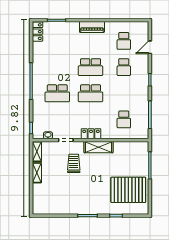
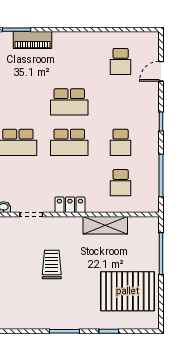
piano: (92, 27) -> (32, 40), moved
school desk: (124, 67) -> (121, 142), moved
shelving: (99, 147) -> (105, 225), moved
trolley: (74, 163) -> (52, 264), moved

